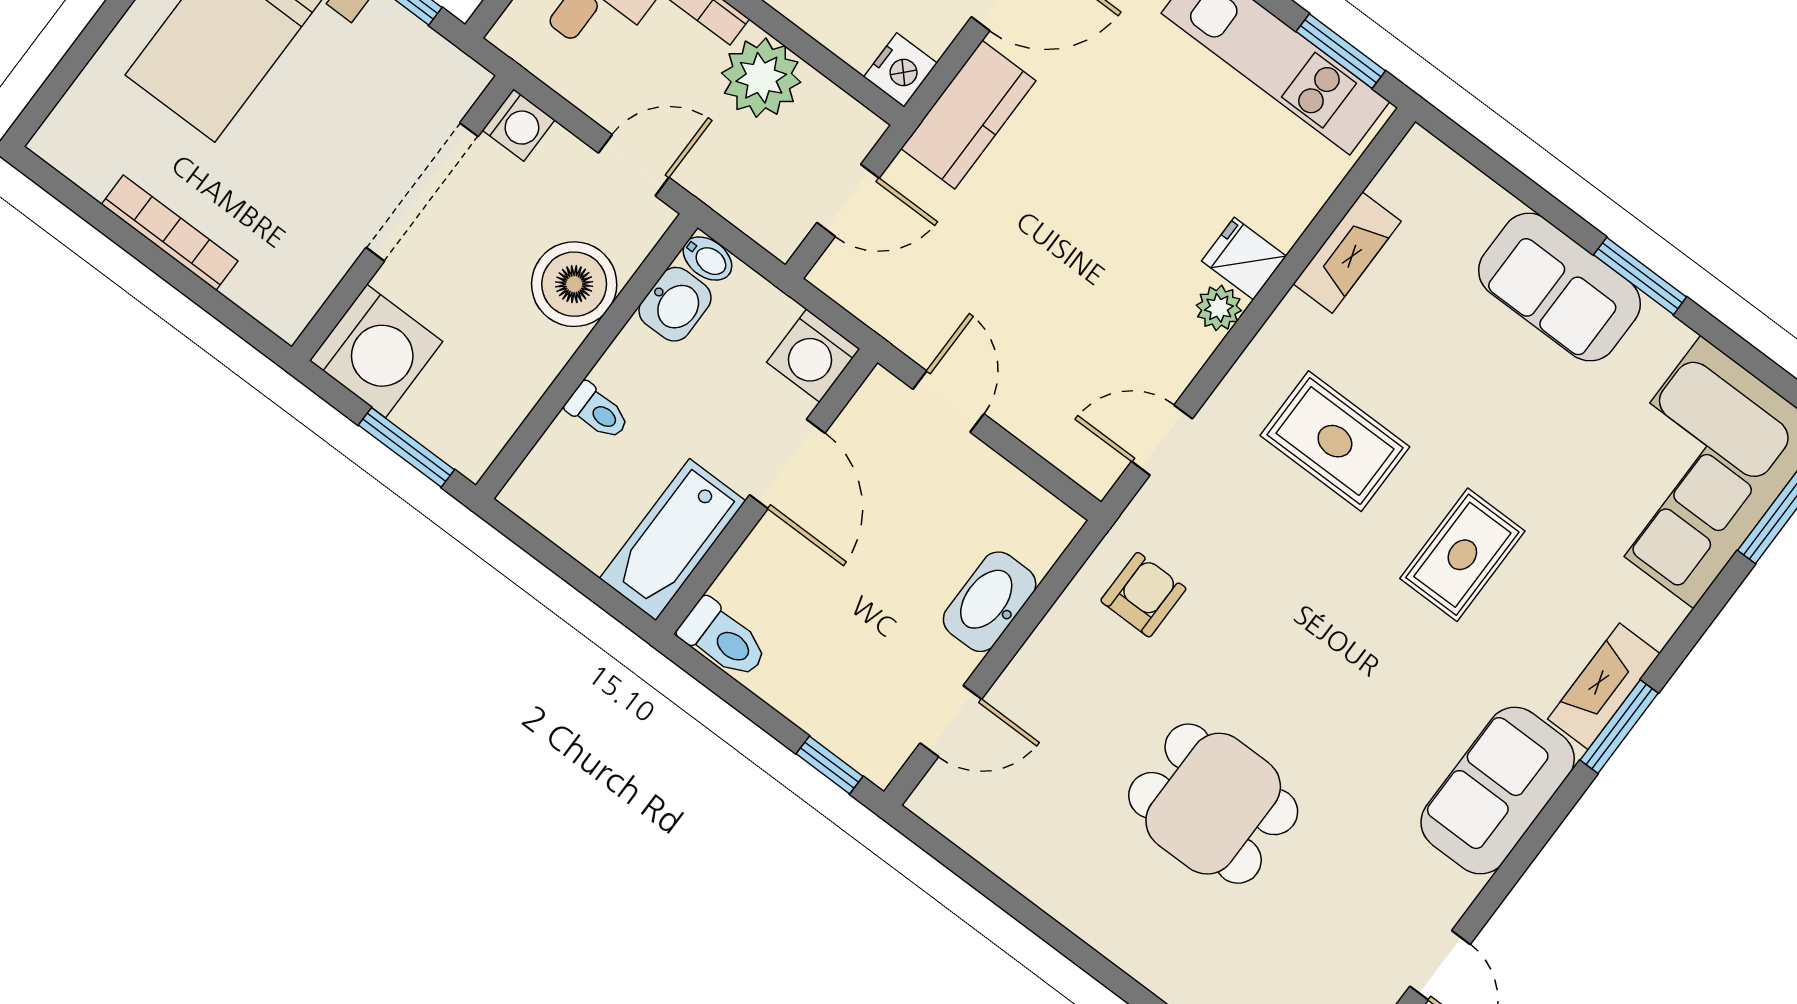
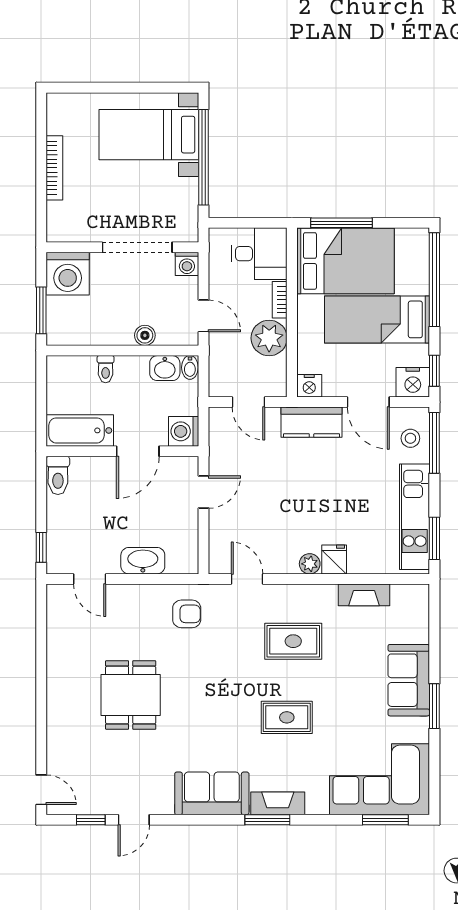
boiler: (574, 284) -> (145, 335), width x0.54, depth x0.54
rug: (1335, 441) -> (293, 641), turned 90

